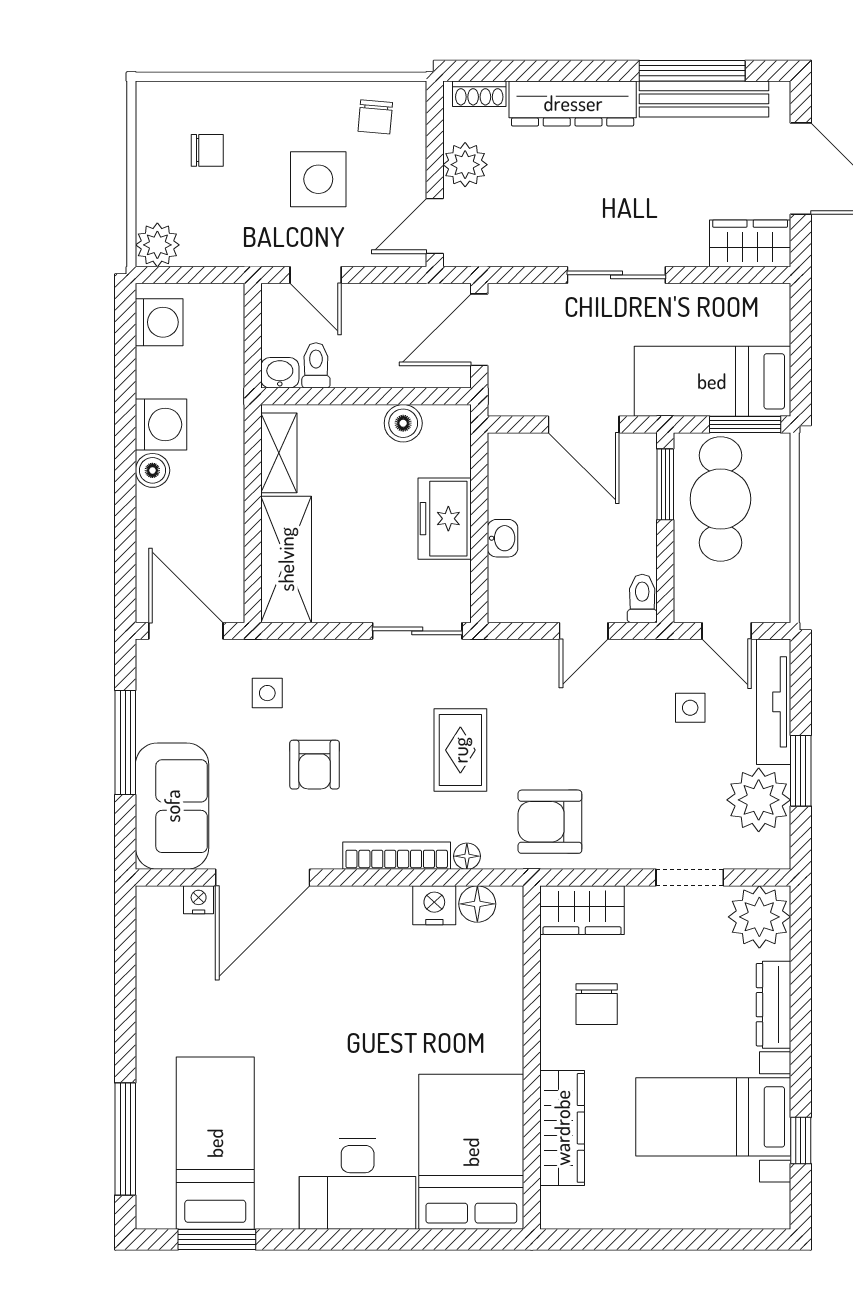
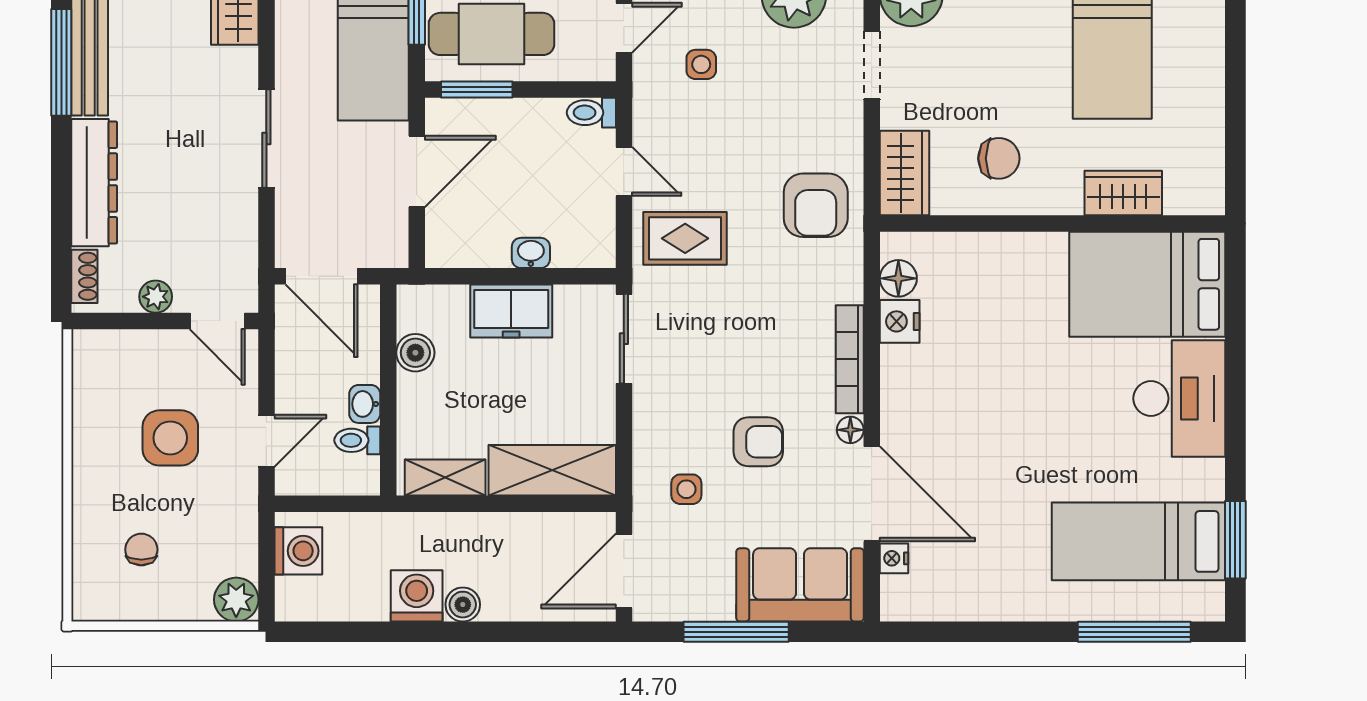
chair: (375, 117) -> (108, 381), removed
plant: (465, 165) -> (156, 297), width x0.73, depth x0.73
washing machine: (159, 322) -> (298, 551), moved, turned 90
washbasin: (280, 373) -> (365, 404), moved
rug: (460, 750) -> (685, 238), moved
floor lamp: (467, 856) -> (850, 430), moved
wardrobe: (562, 1128) -> (1123, 193), width x0.67

